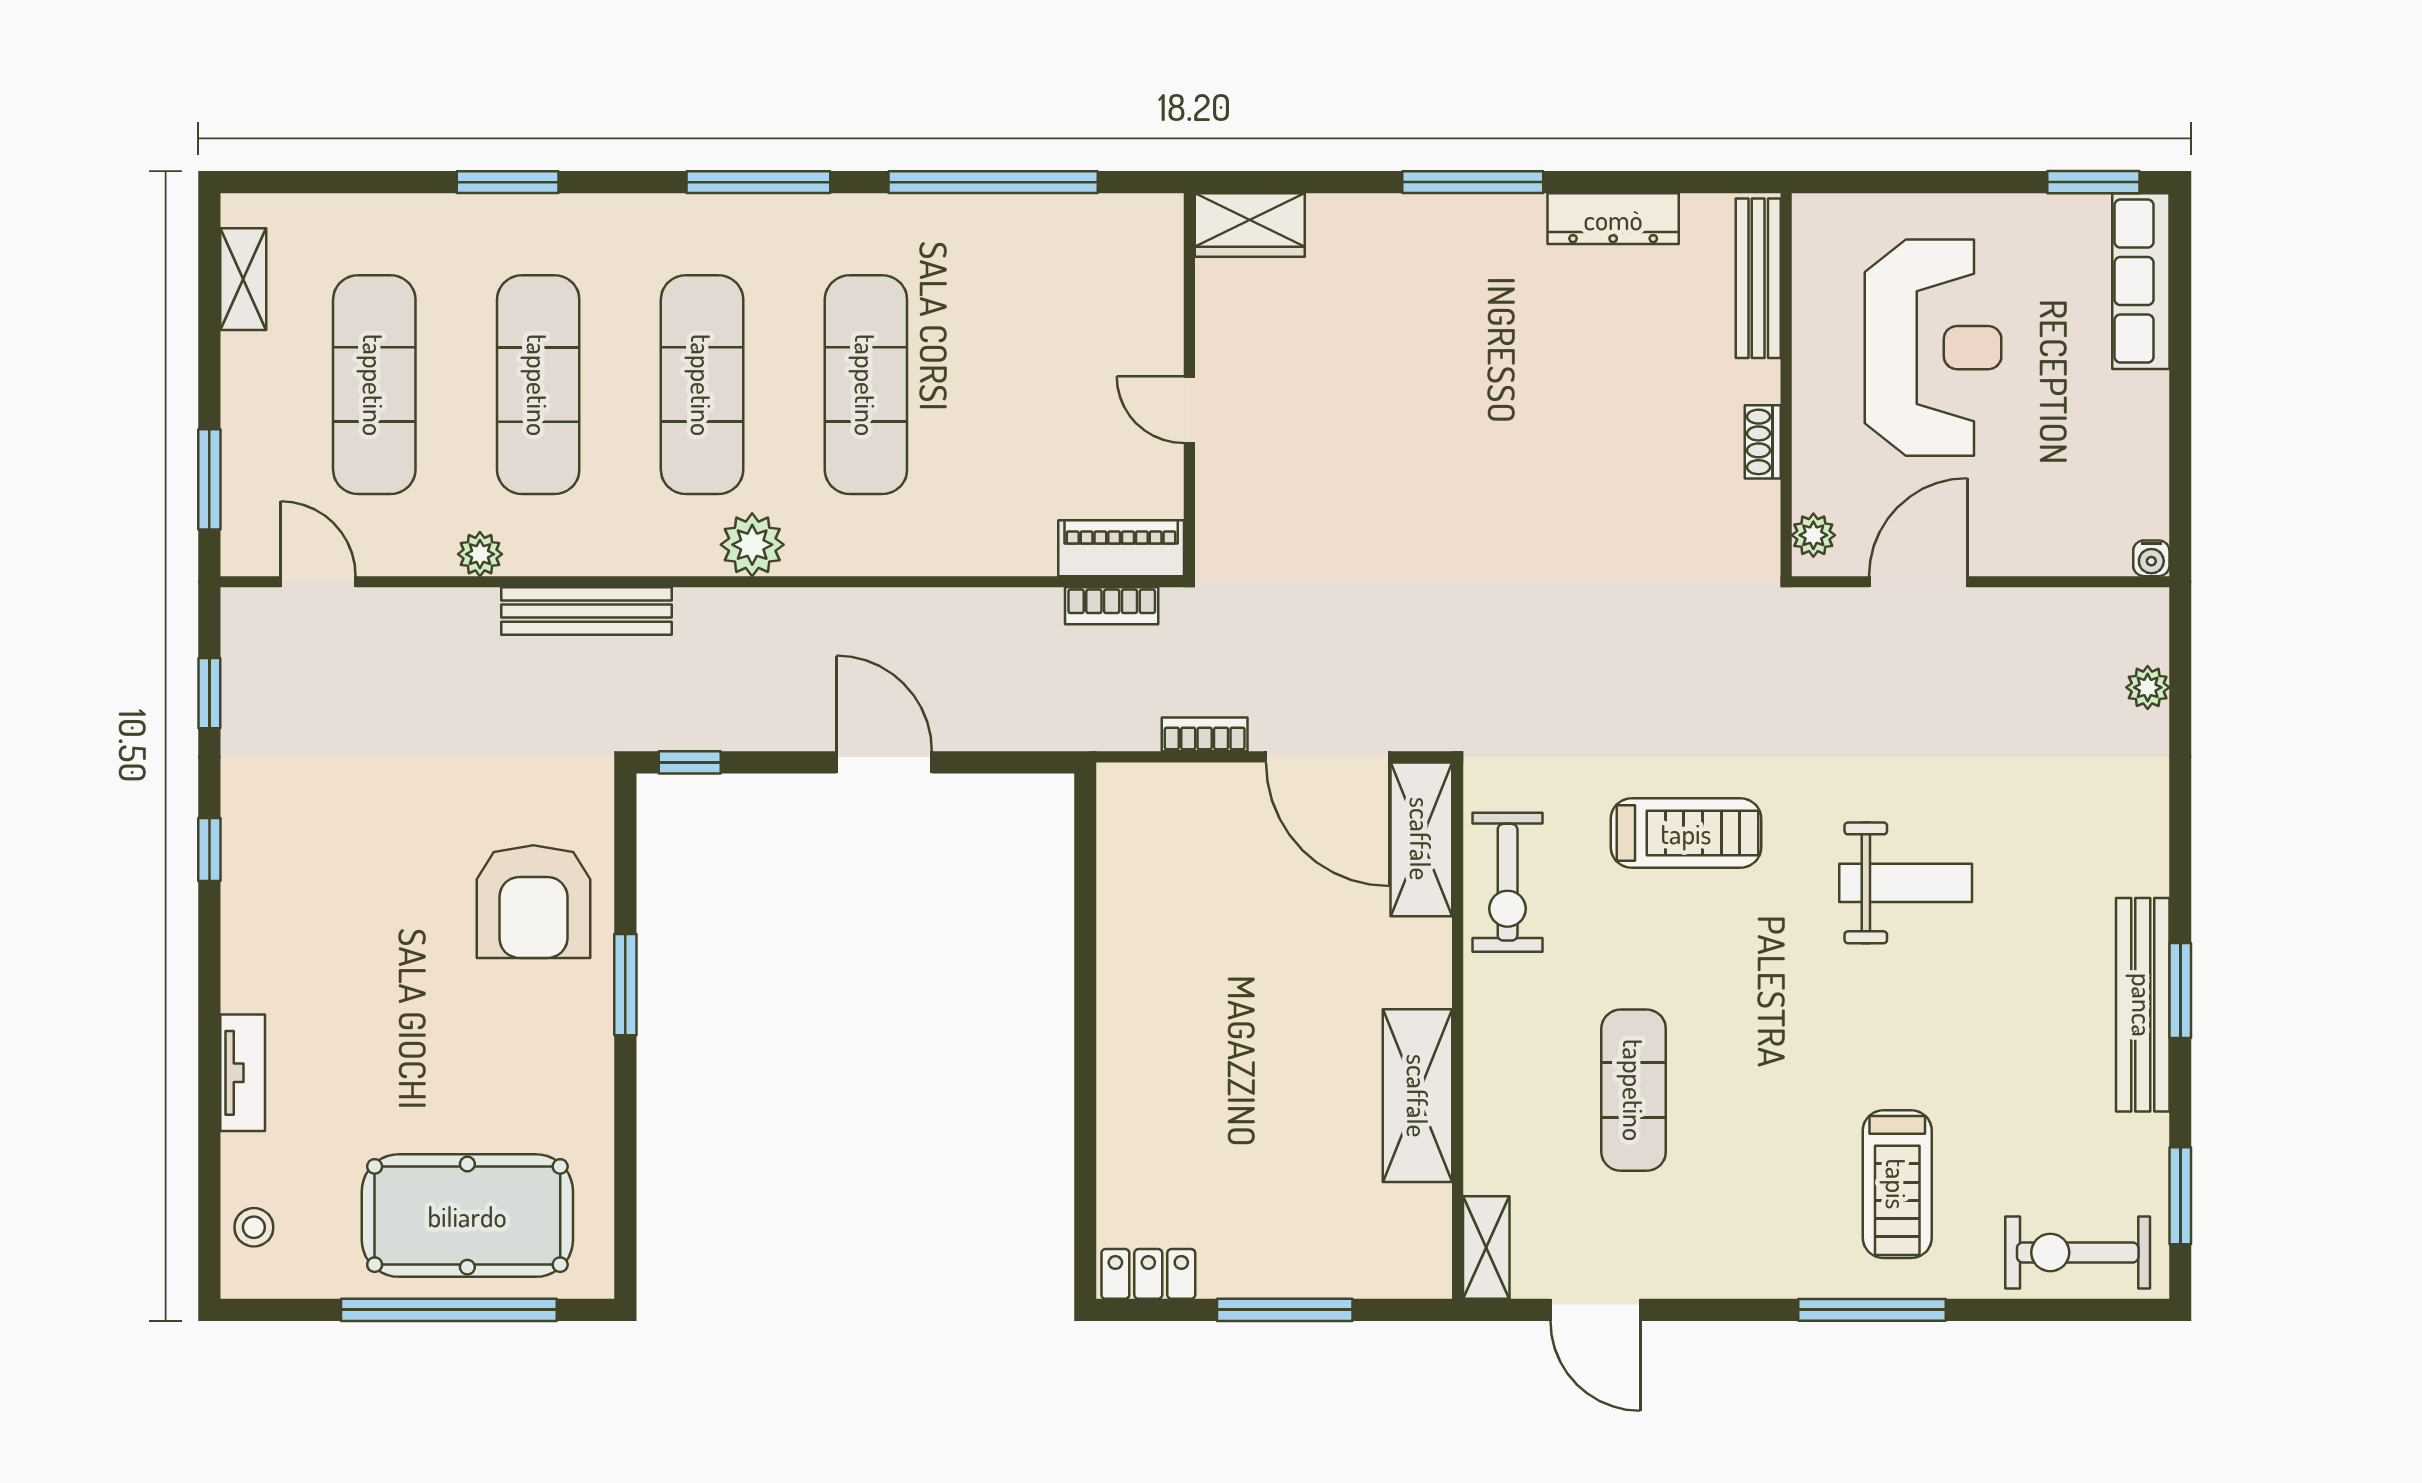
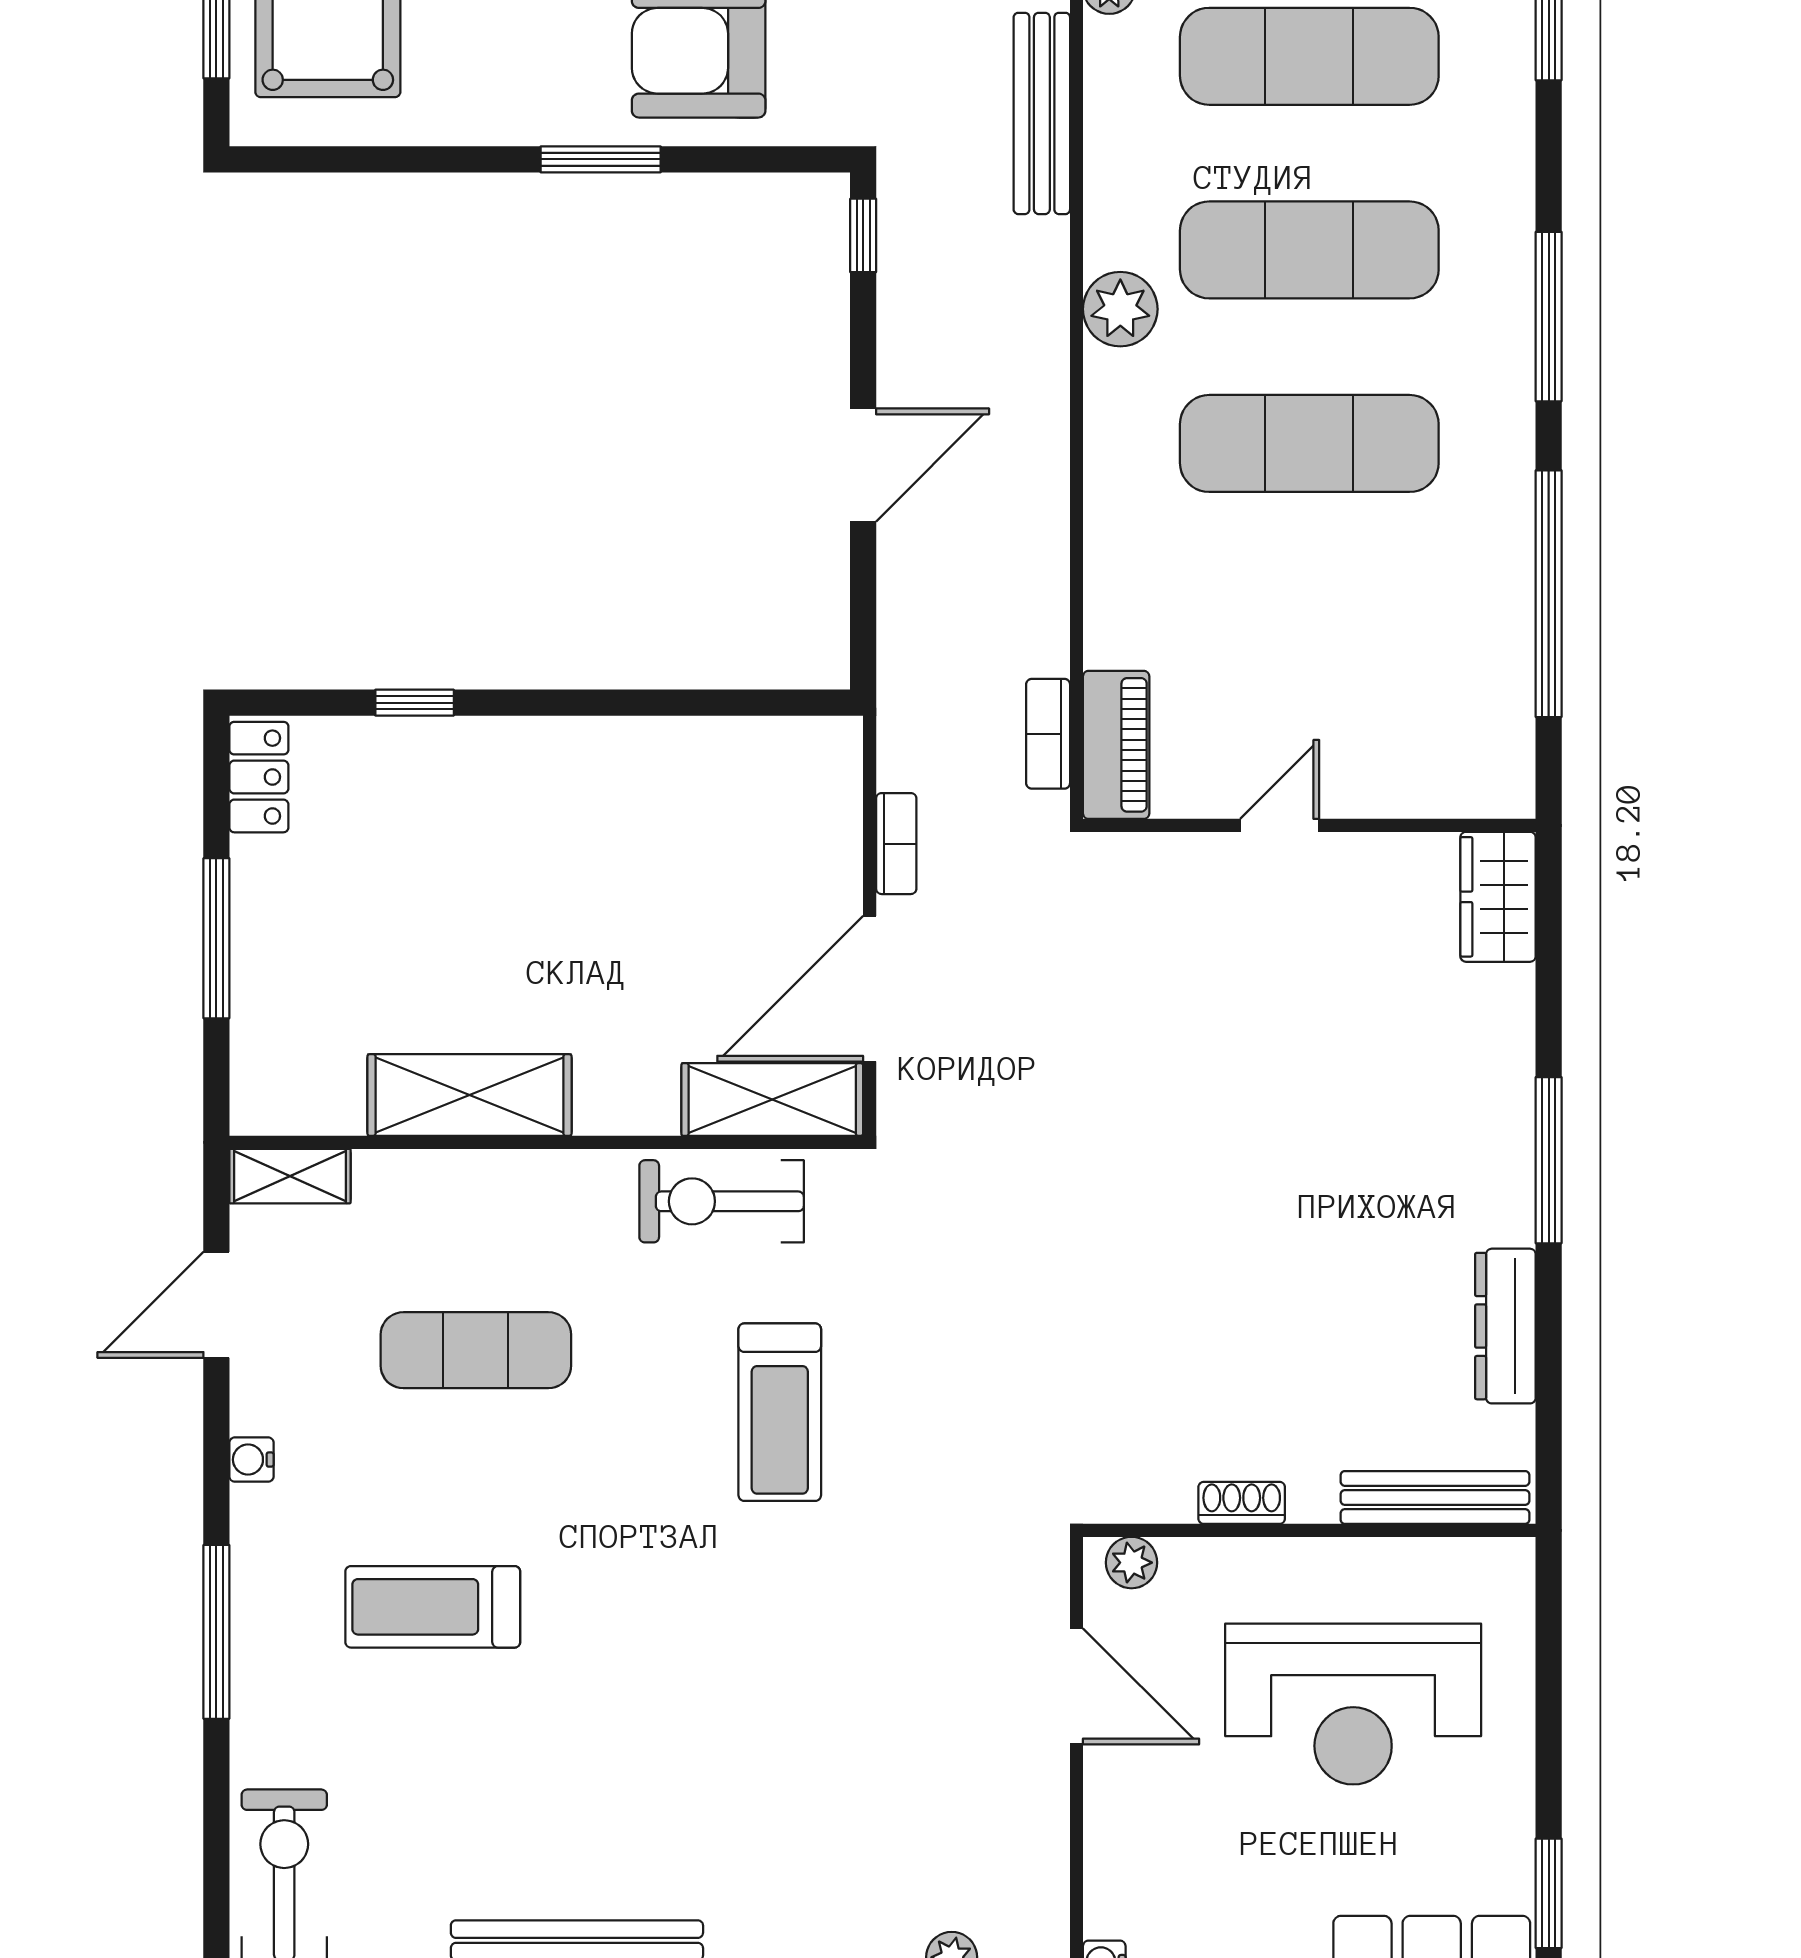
weight bench: (1906, 883) -> (721, 1671), removed
window: (1085, 1142) -> (415, 703), added
treadmill: (1897, 1184) -> (433, 1607), moved
water cooler: (1726, 1280) -> (251, 1460), added

